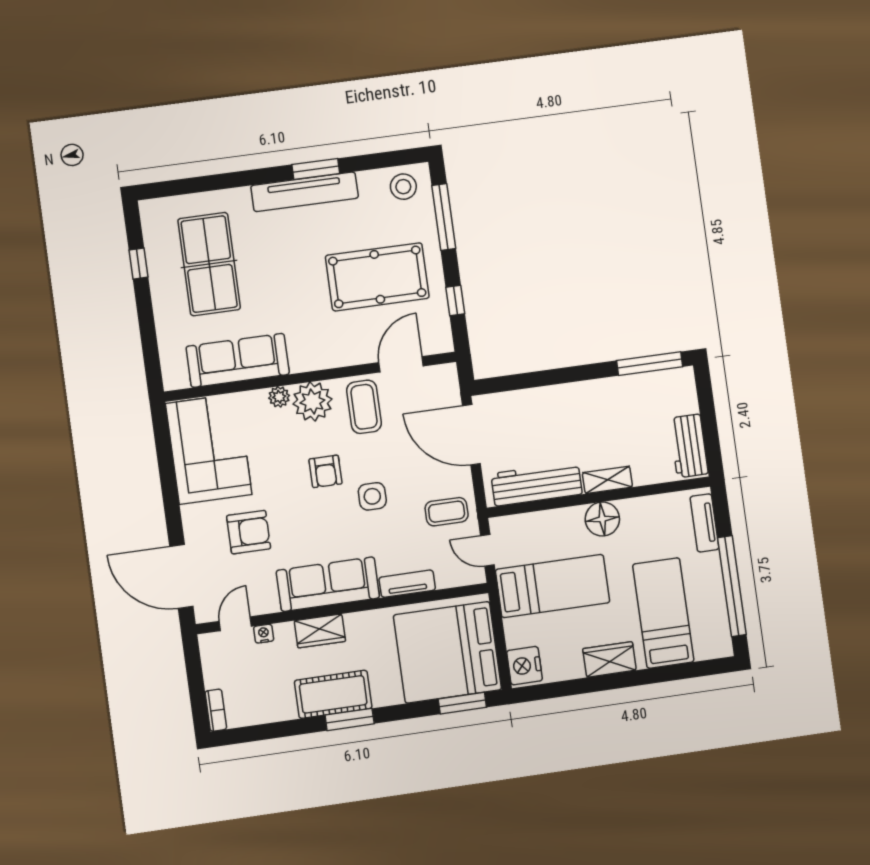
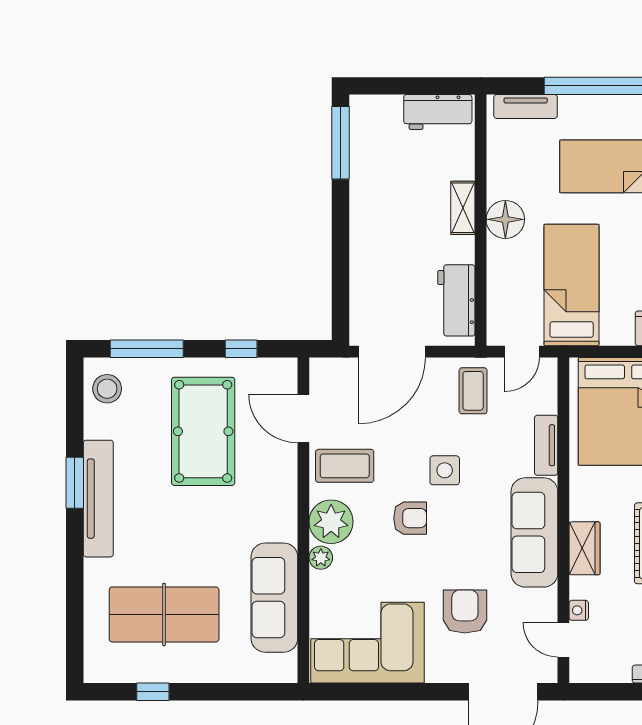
workbench: (537, 484) -> (456, 300), width x0.73

